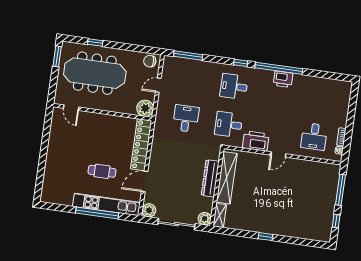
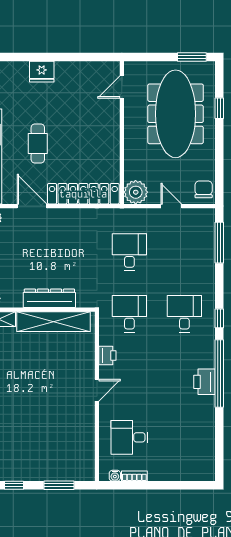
desk: (186, 118) -> (129, 252), turned -90
printer: (256, 141) -> (107, 355), width x0.53, depth x0.68
door: (278, 154) -> (97, 390), swing flipped
fridge: (53, 162) -> (42, 72), added
window: (340, 190) -> (59, 485), width x0.69

